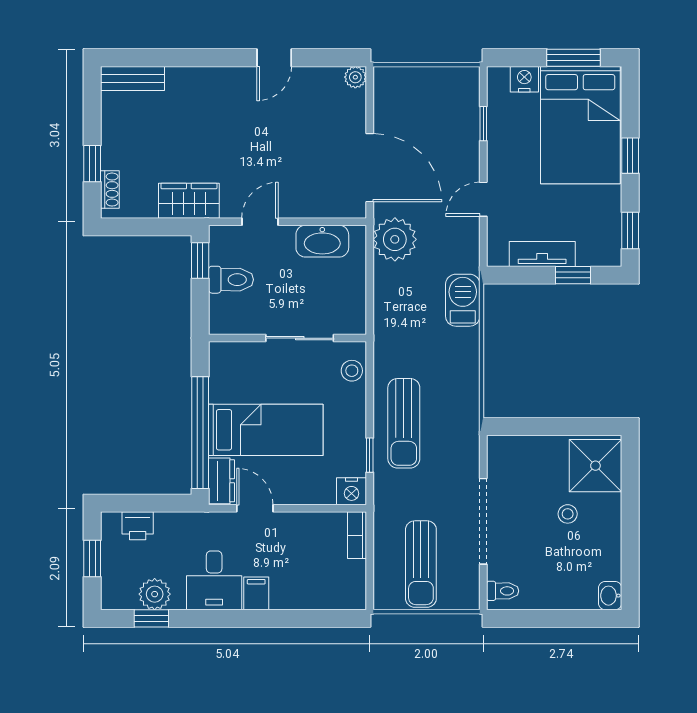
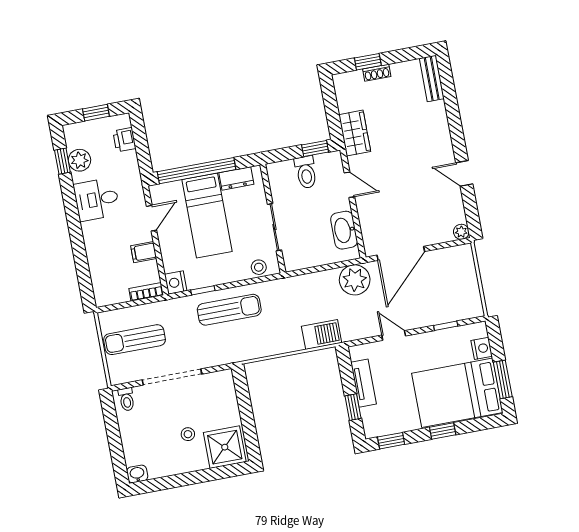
shoe rack: (110, 190) -> (377, 73), moved
sun lounger: (404, 423) -> (229, 310), turned 180
dresser: (221, 481) -> (236, 178), moved
filing cabinet: (256, 593) -> (144, 252), moved, turned 180

